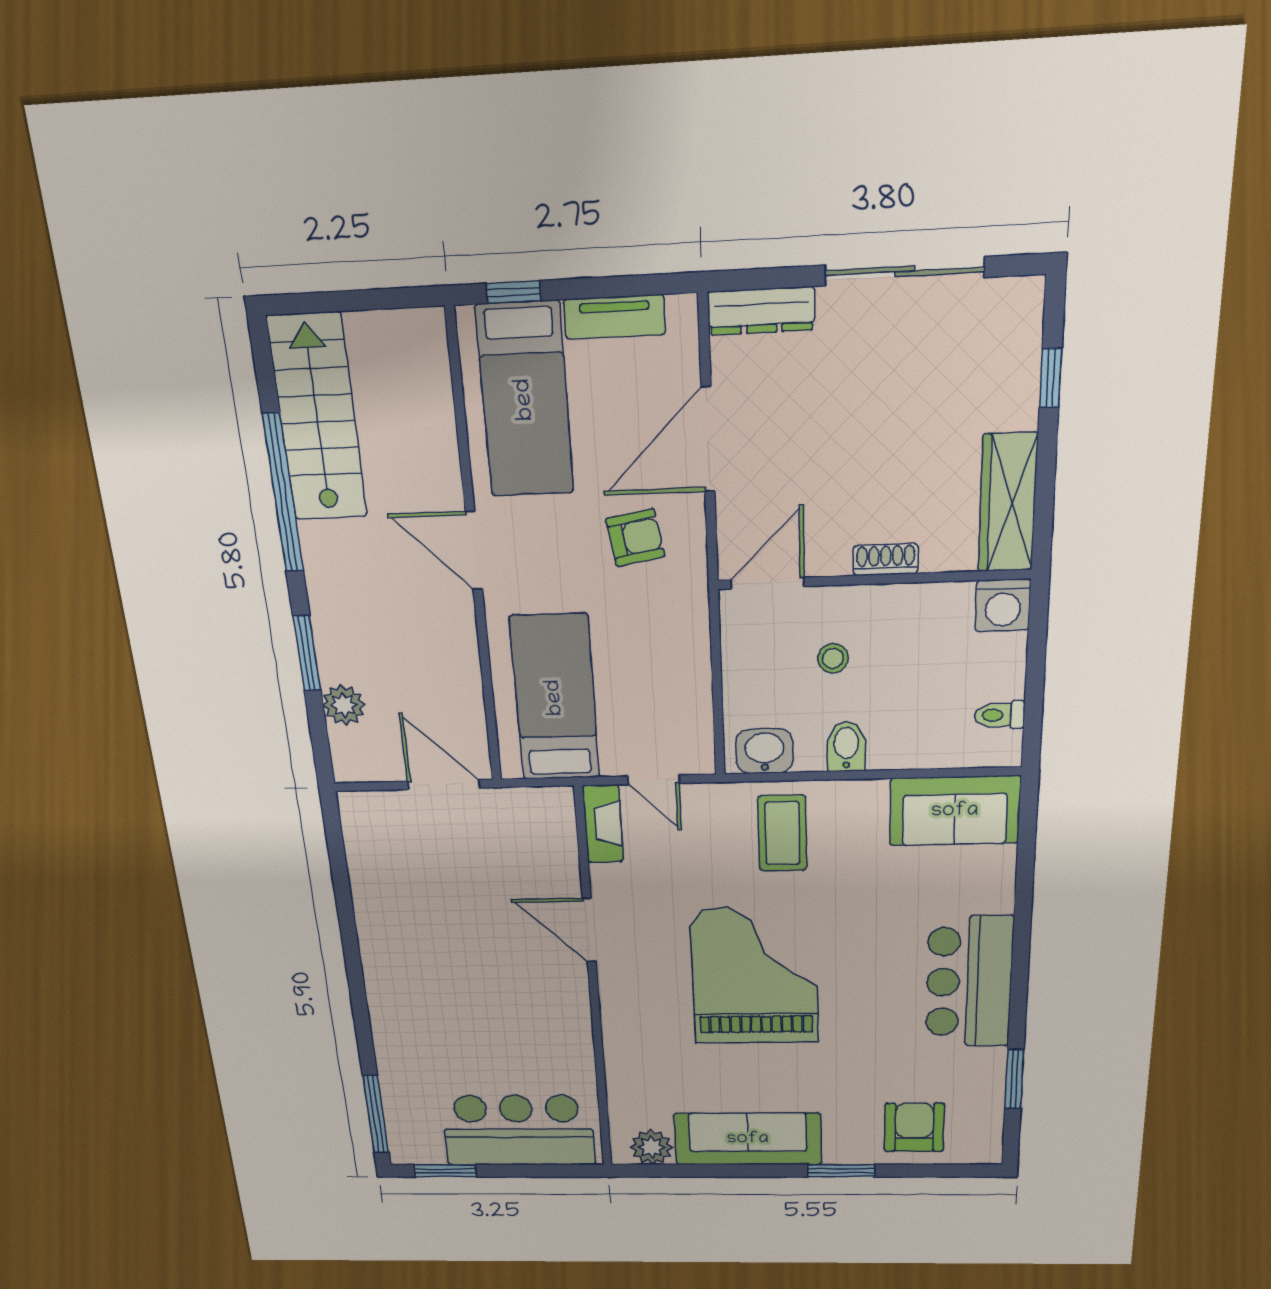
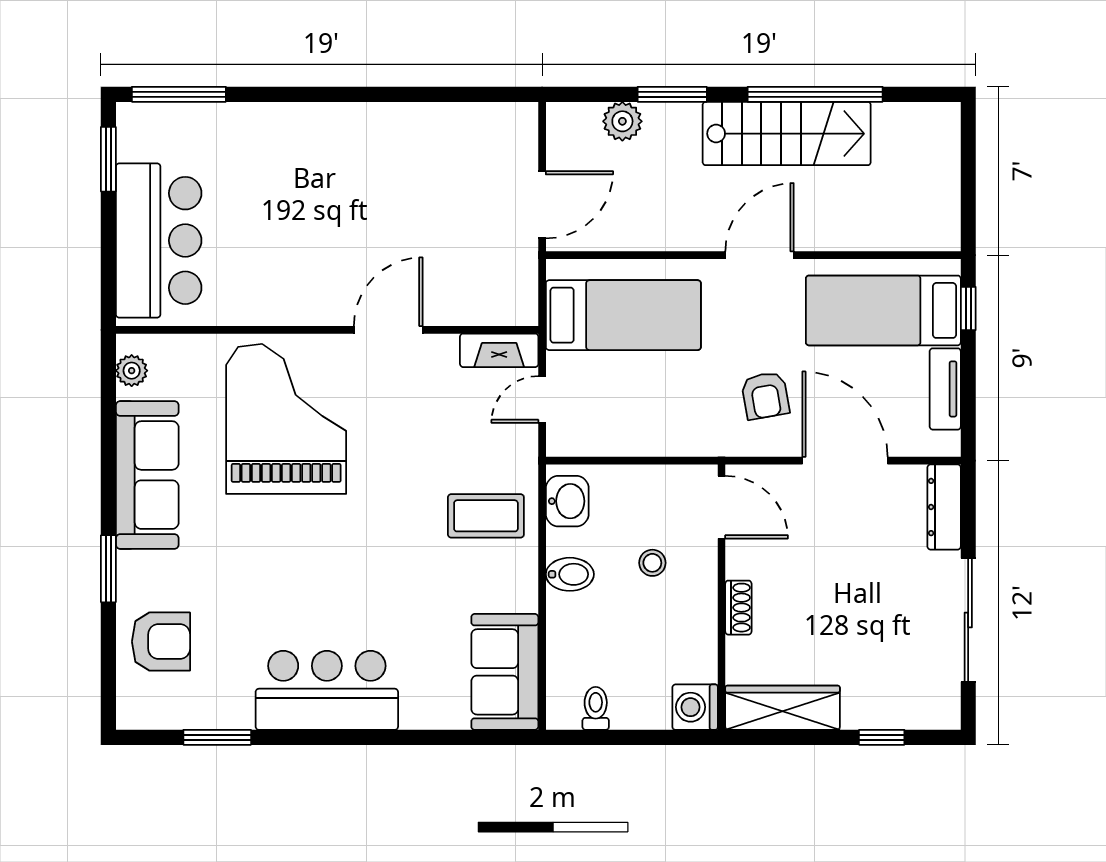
stairs: (317, 418) -> (787, 134), moved
grand piano: (755, 976) -> (286, 419), moved, turned -90
plant: (651, 1147) -> (132, 371), width x0.73, depth x0.73

